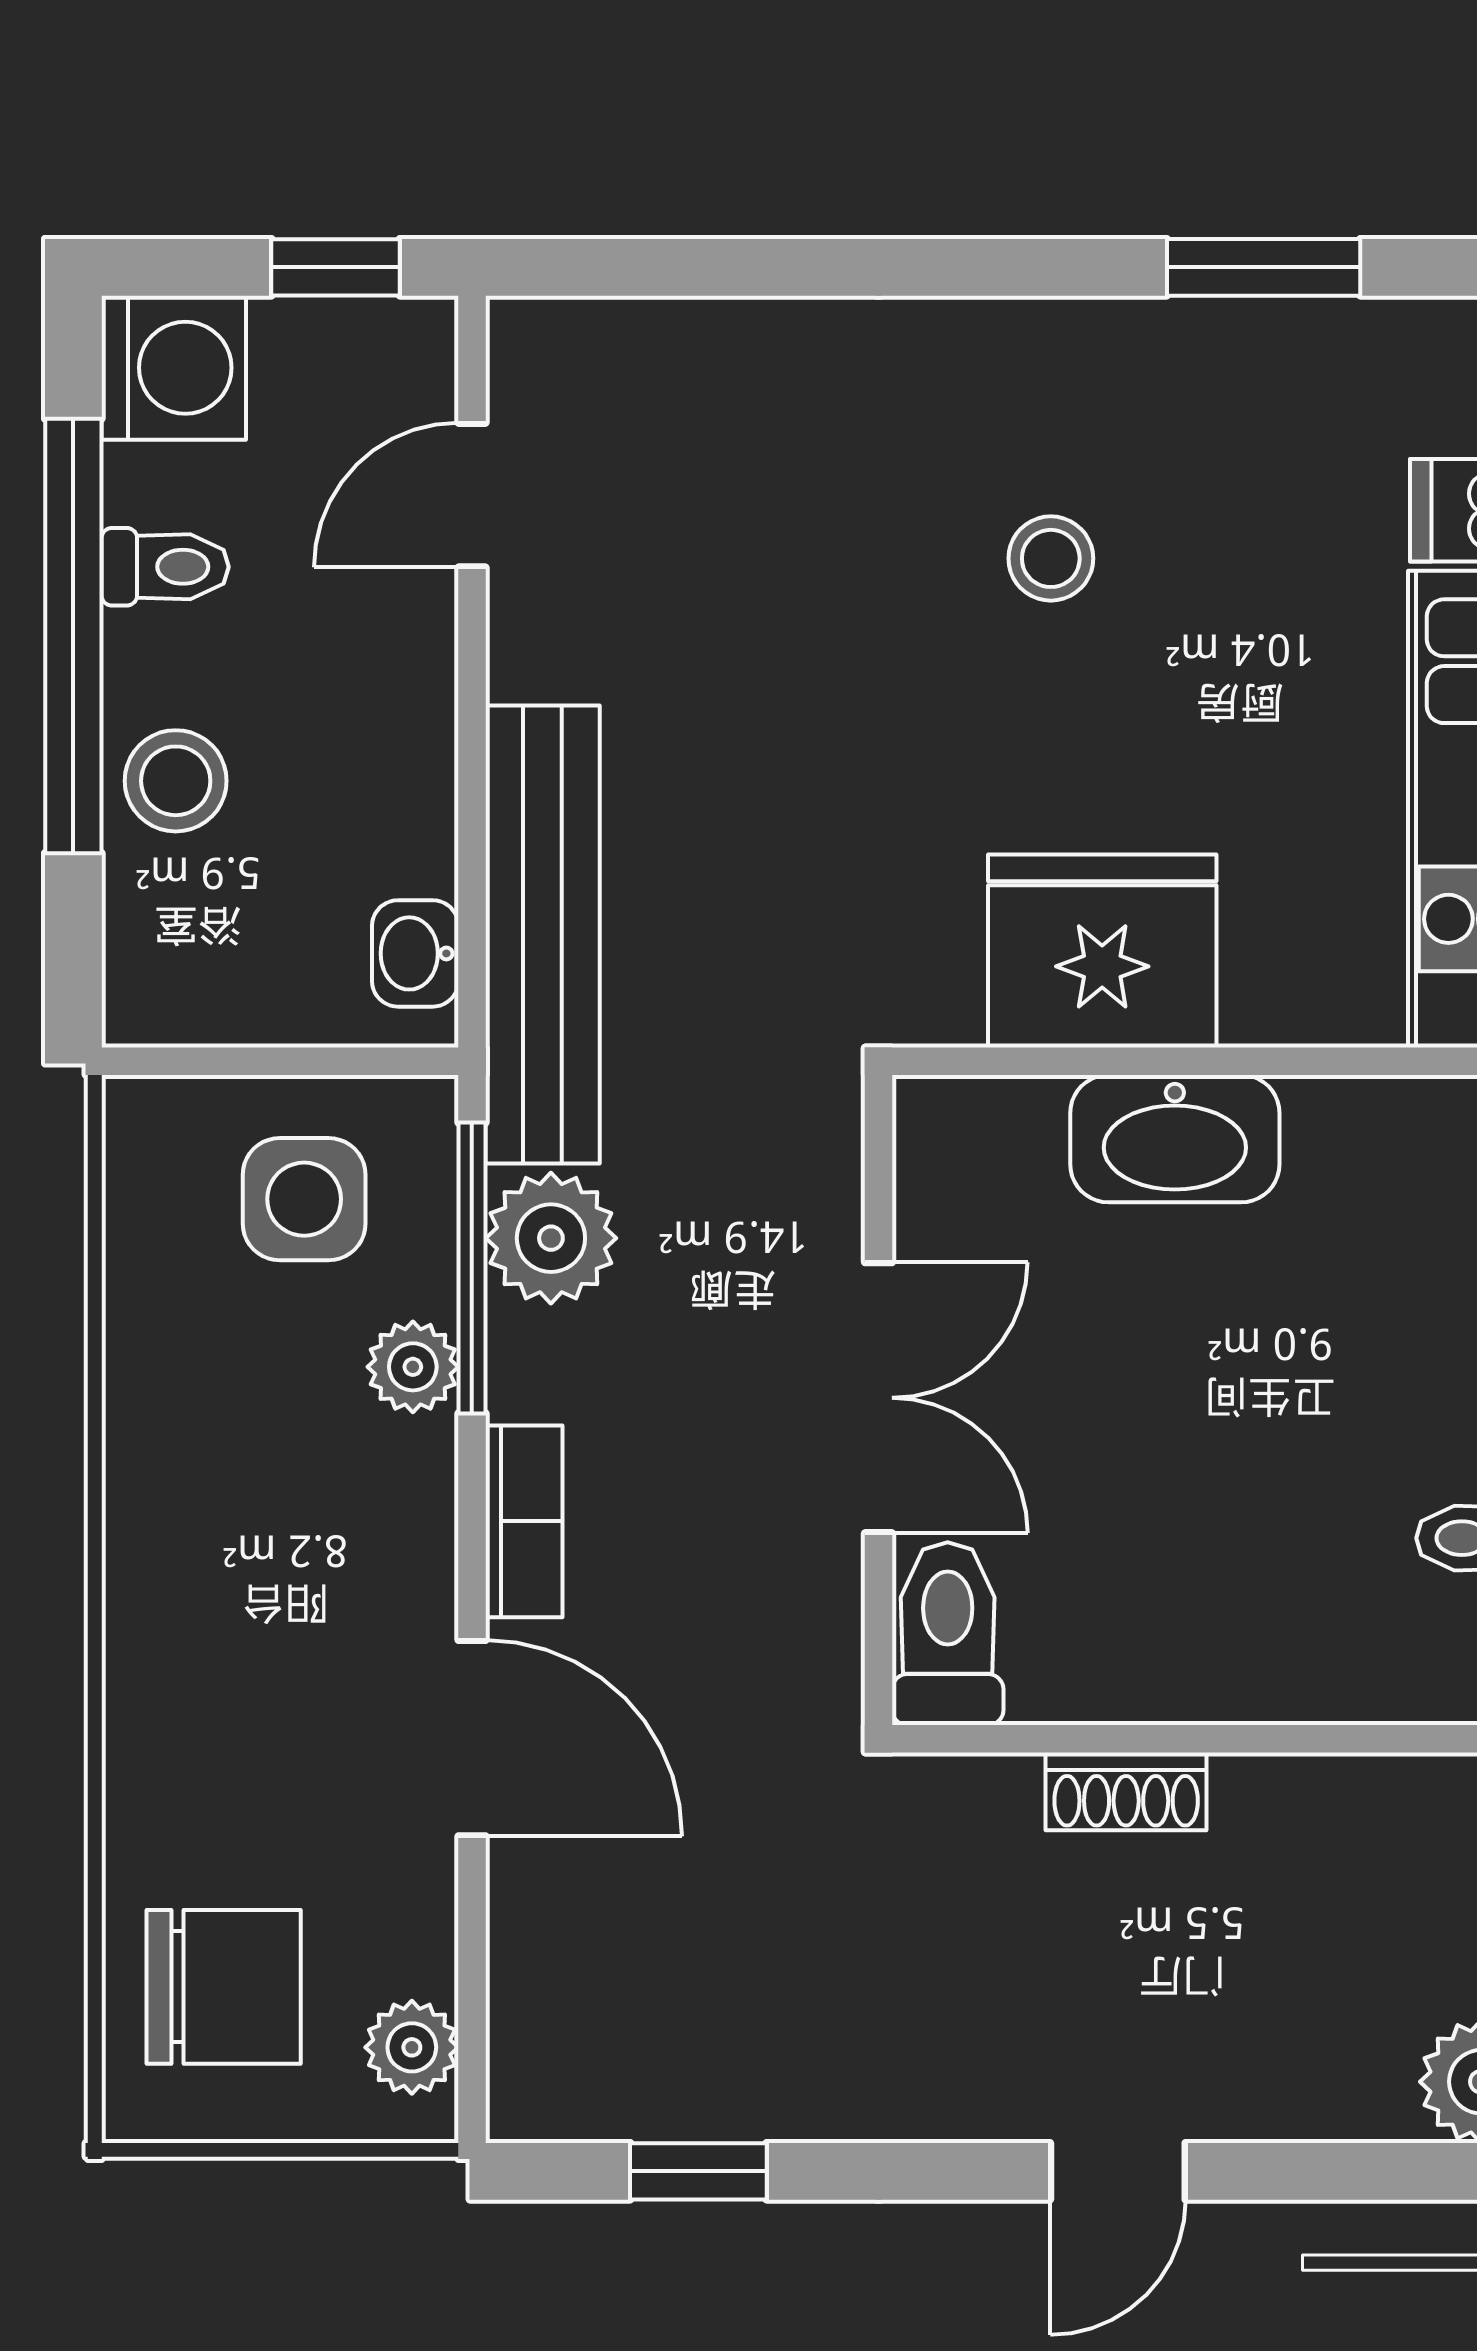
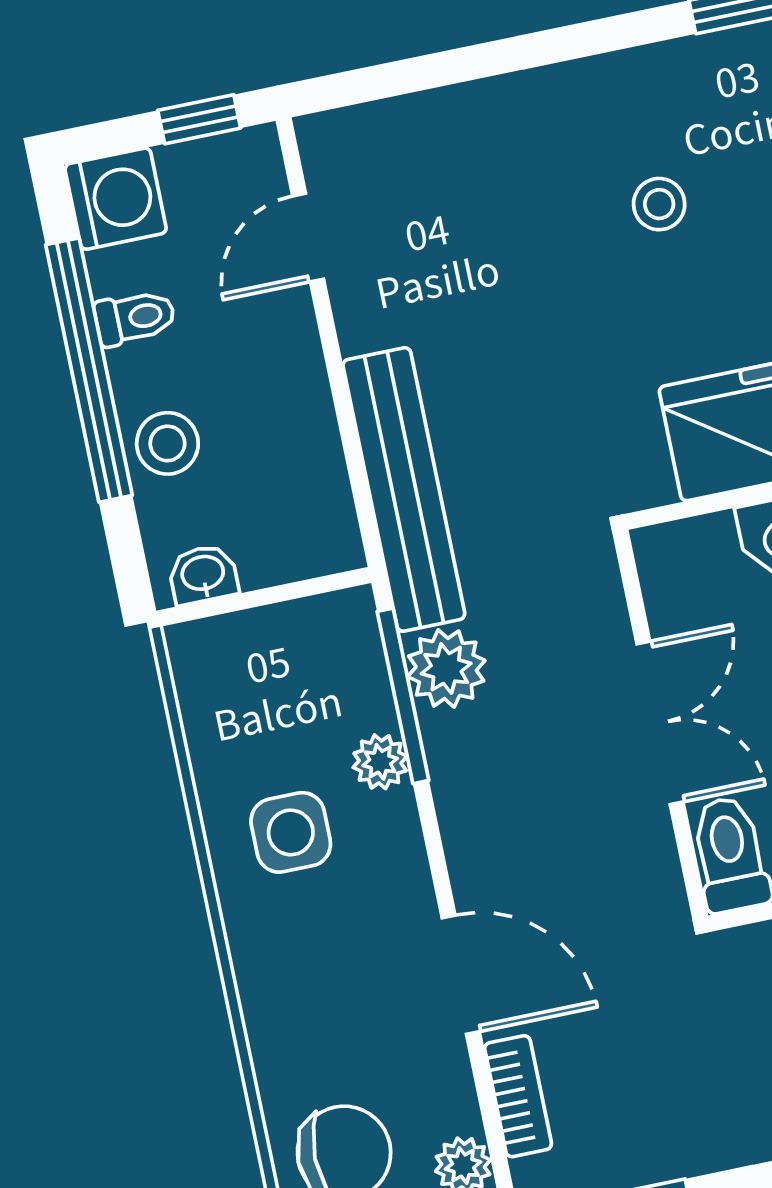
washbasin: (415, 953) -> (203, 574), moved, turned 90
side table: (304, 1199) -> (291, 832), moved
bookcase: (524, 1521) -> (518, 1096), moved

